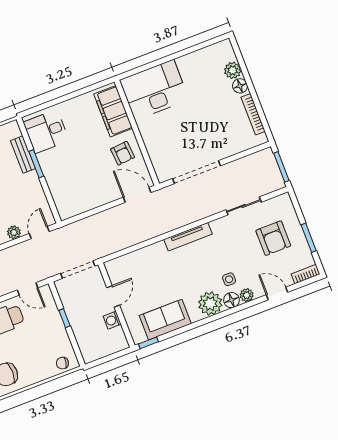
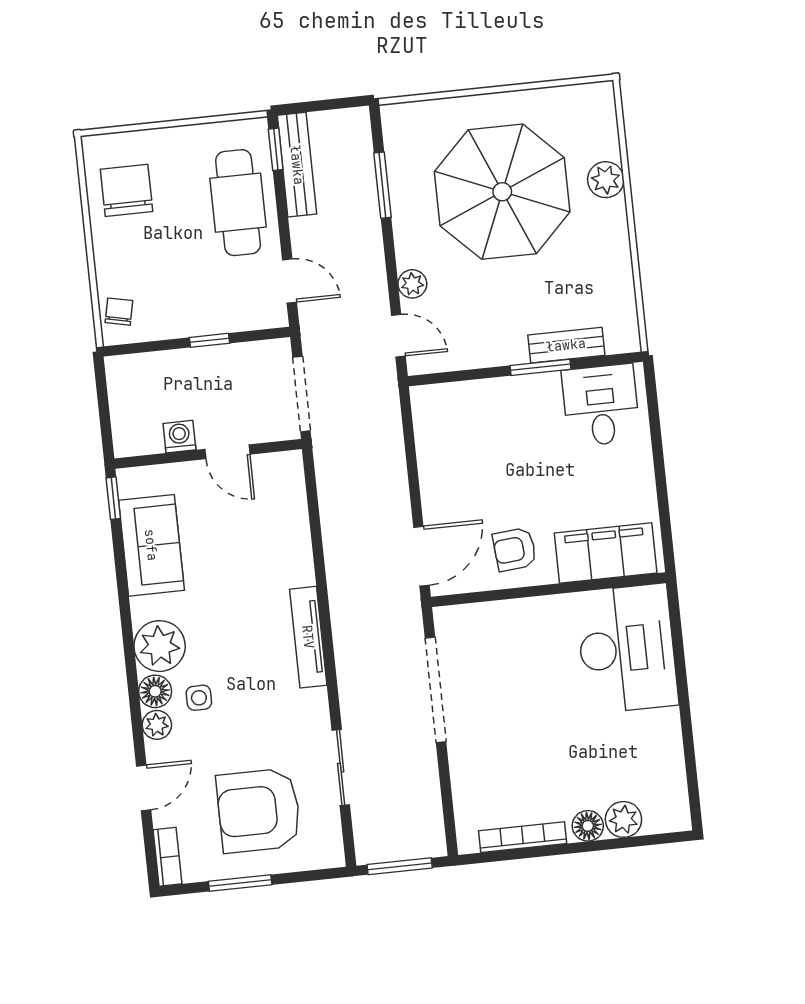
armchair: (273, 238) -> (259, 810), width x1.36, depth x1.36
door: (28, 289) -> (290, 281), swing flipped

